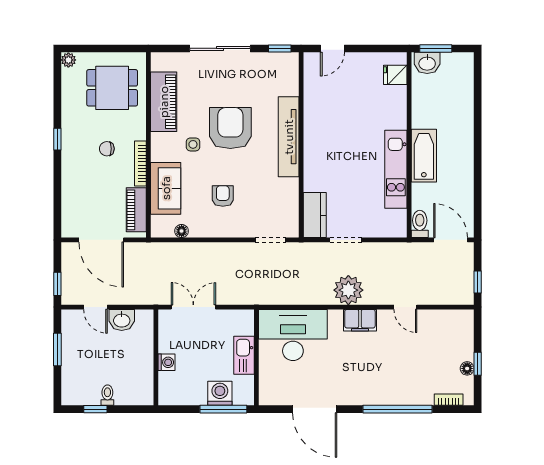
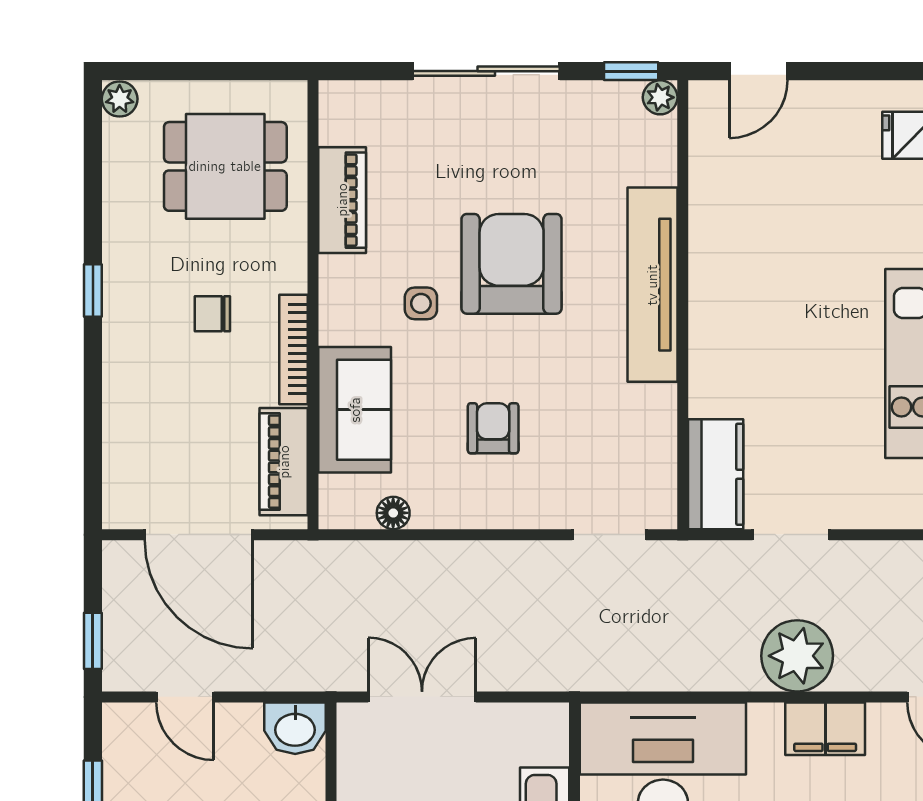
plant: (292, 59) -> (660, 97), added
piano: (164, 102) -> (342, 200), width x0.73, depth x0.75
washbasin: (122, 320) -> (295, 728), moved

